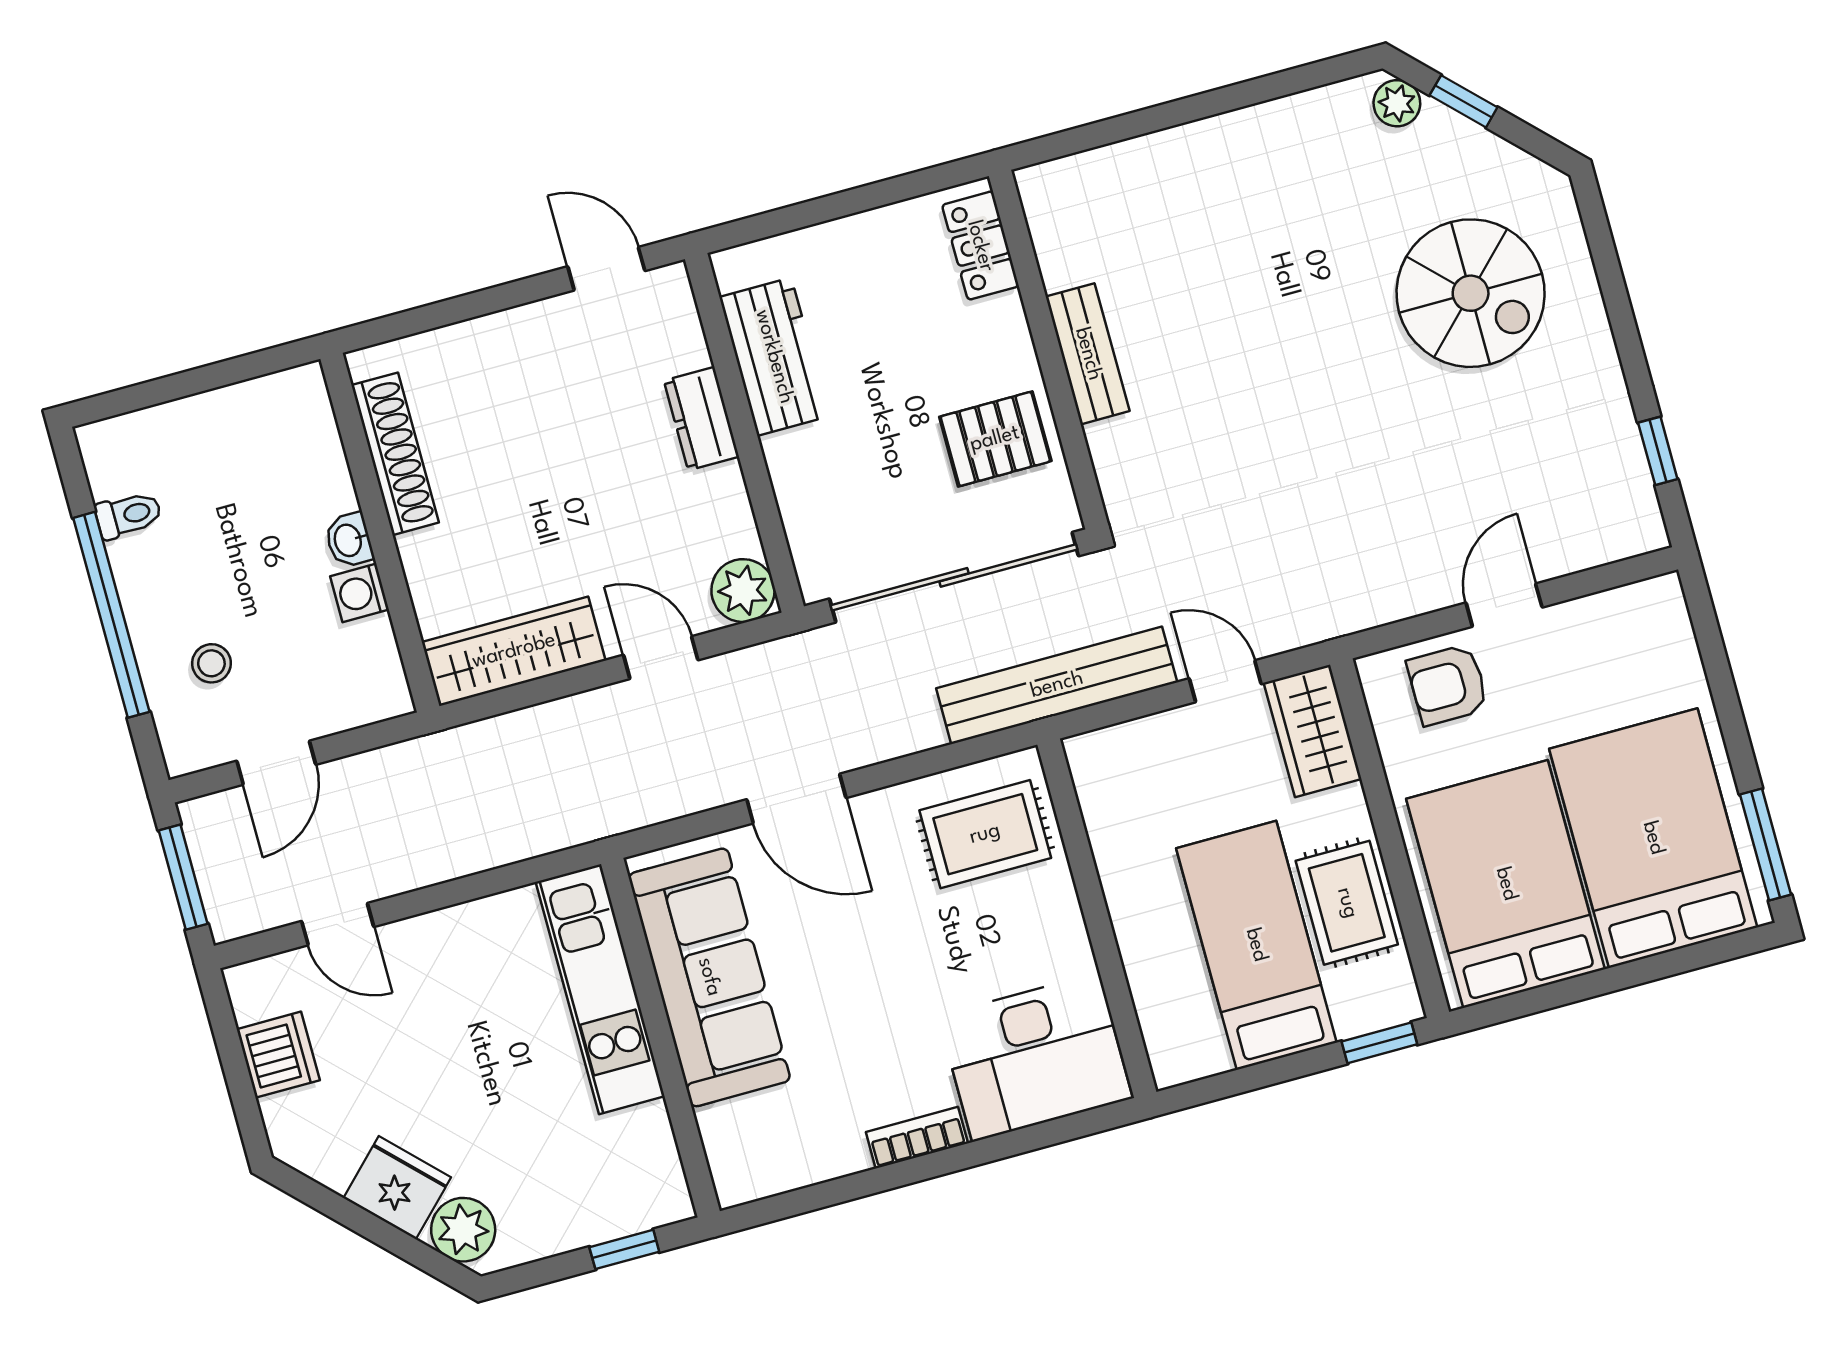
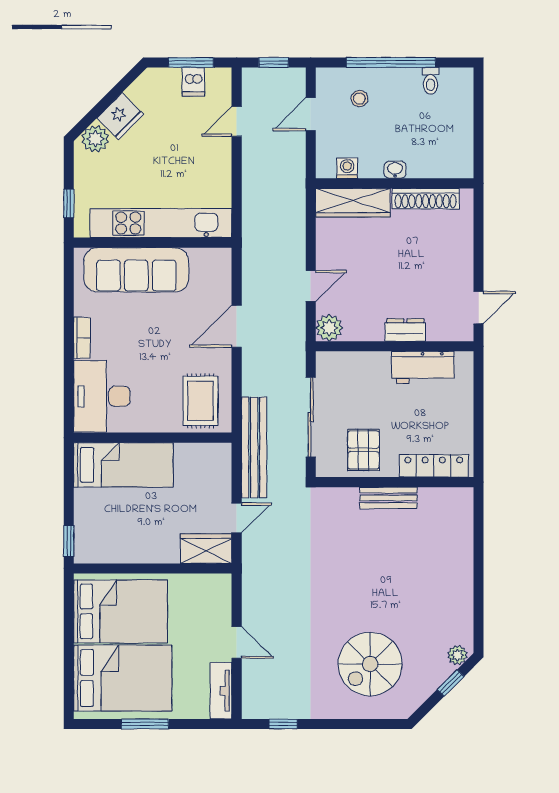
locker: (980, 246) -> (434, 466), width x1.53
sliding door: (954, 577) -> (311, 417), width x0.73
washing machine: (360, 593) -> (347, 168), moved
tv unit: (1621, 611) -> (221, 691), added
wardrobe: (514, 651) -> (353, 203), moved, turned 90
armchair: (1448, 685) -> (210, 610), removed
door: (276, 763) -> (311, 114), hinge flipped
window: (1766, 844) -> (145, 724), moved
window: (183, 877) -> (274, 62), width x0.67
rug: (1347, 903) -> (131, 543), removed
bed: (1256, 945) -> (123, 465), moved
sofa: (709, 977) -> (136, 270), moved
kitchen unit: (600, 989) -> (161, 223), width x1.36
dishwasher: (278, 1055) -> (193, 82), width x0.73
window: (234, 1062) -> (191, 62), added

